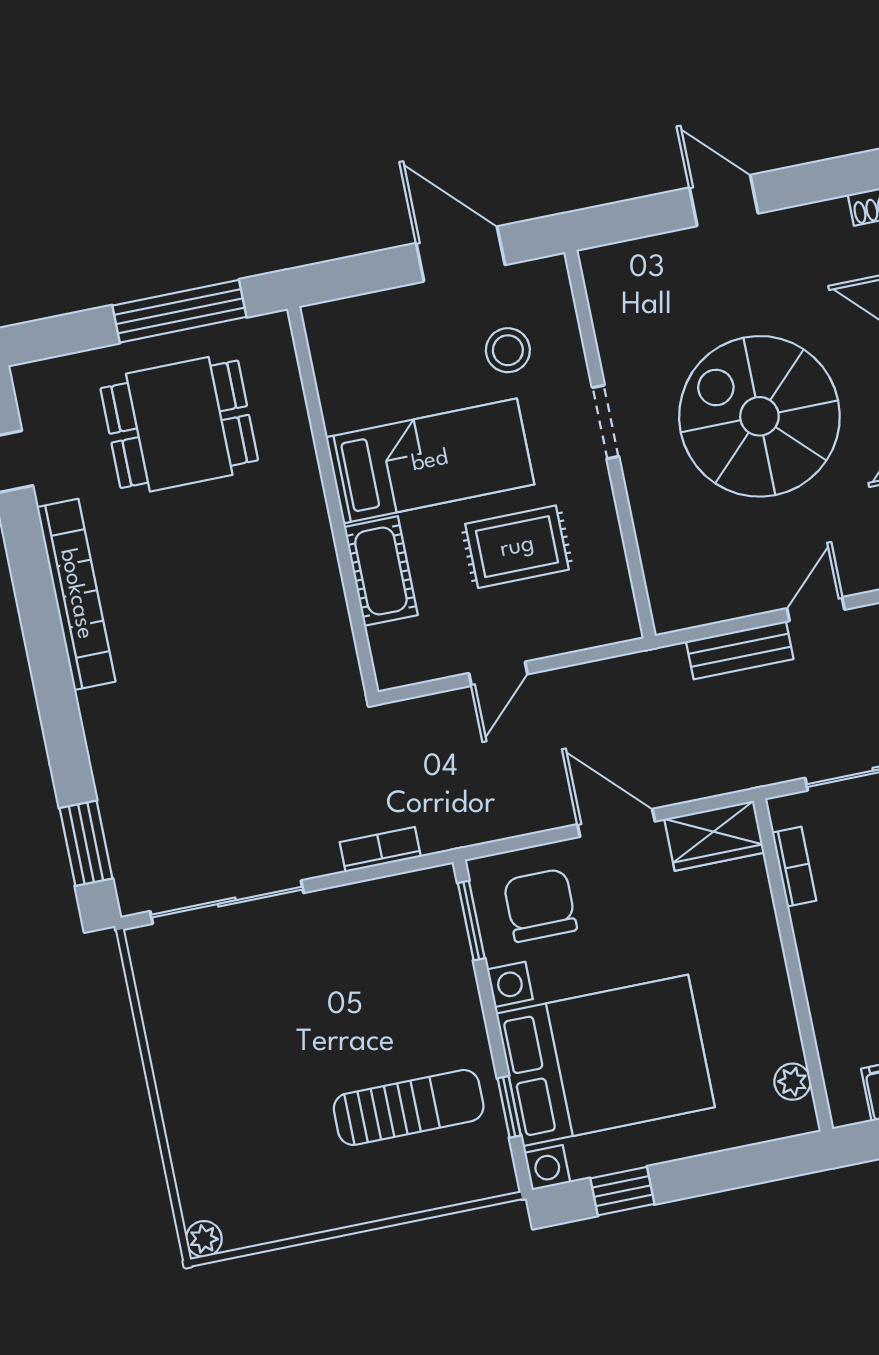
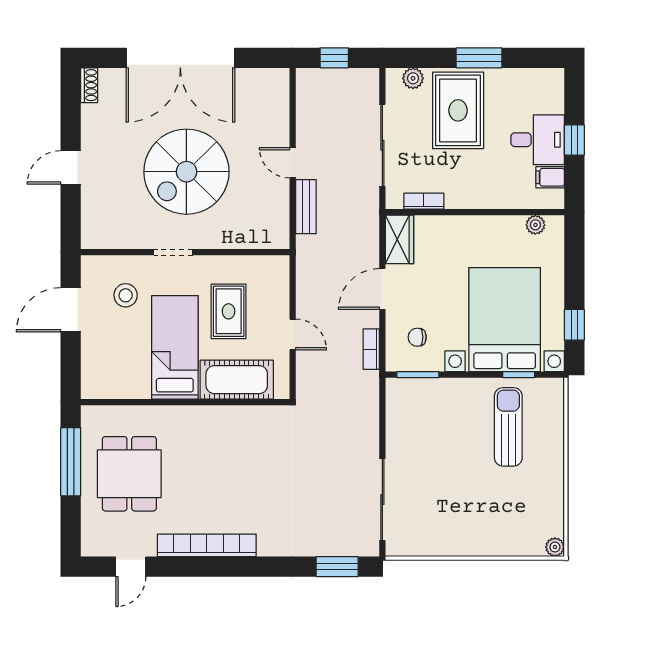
cot: (381, 571) -> (237, 380), width x1.37, depth x1.34
bookcase: (380, 849) -> (371, 349), moved
chair: (540, 905) -> (417, 337), width x0.54, depth x0.54

